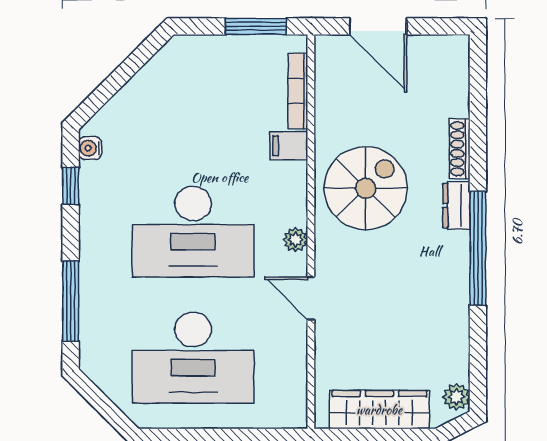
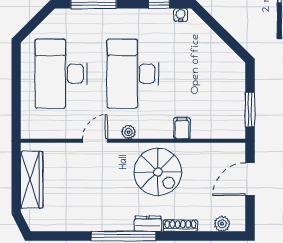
bookcase: (298, 91) -> (213, 133), removed
plant: (457, 397) -> (222, 224), moved

